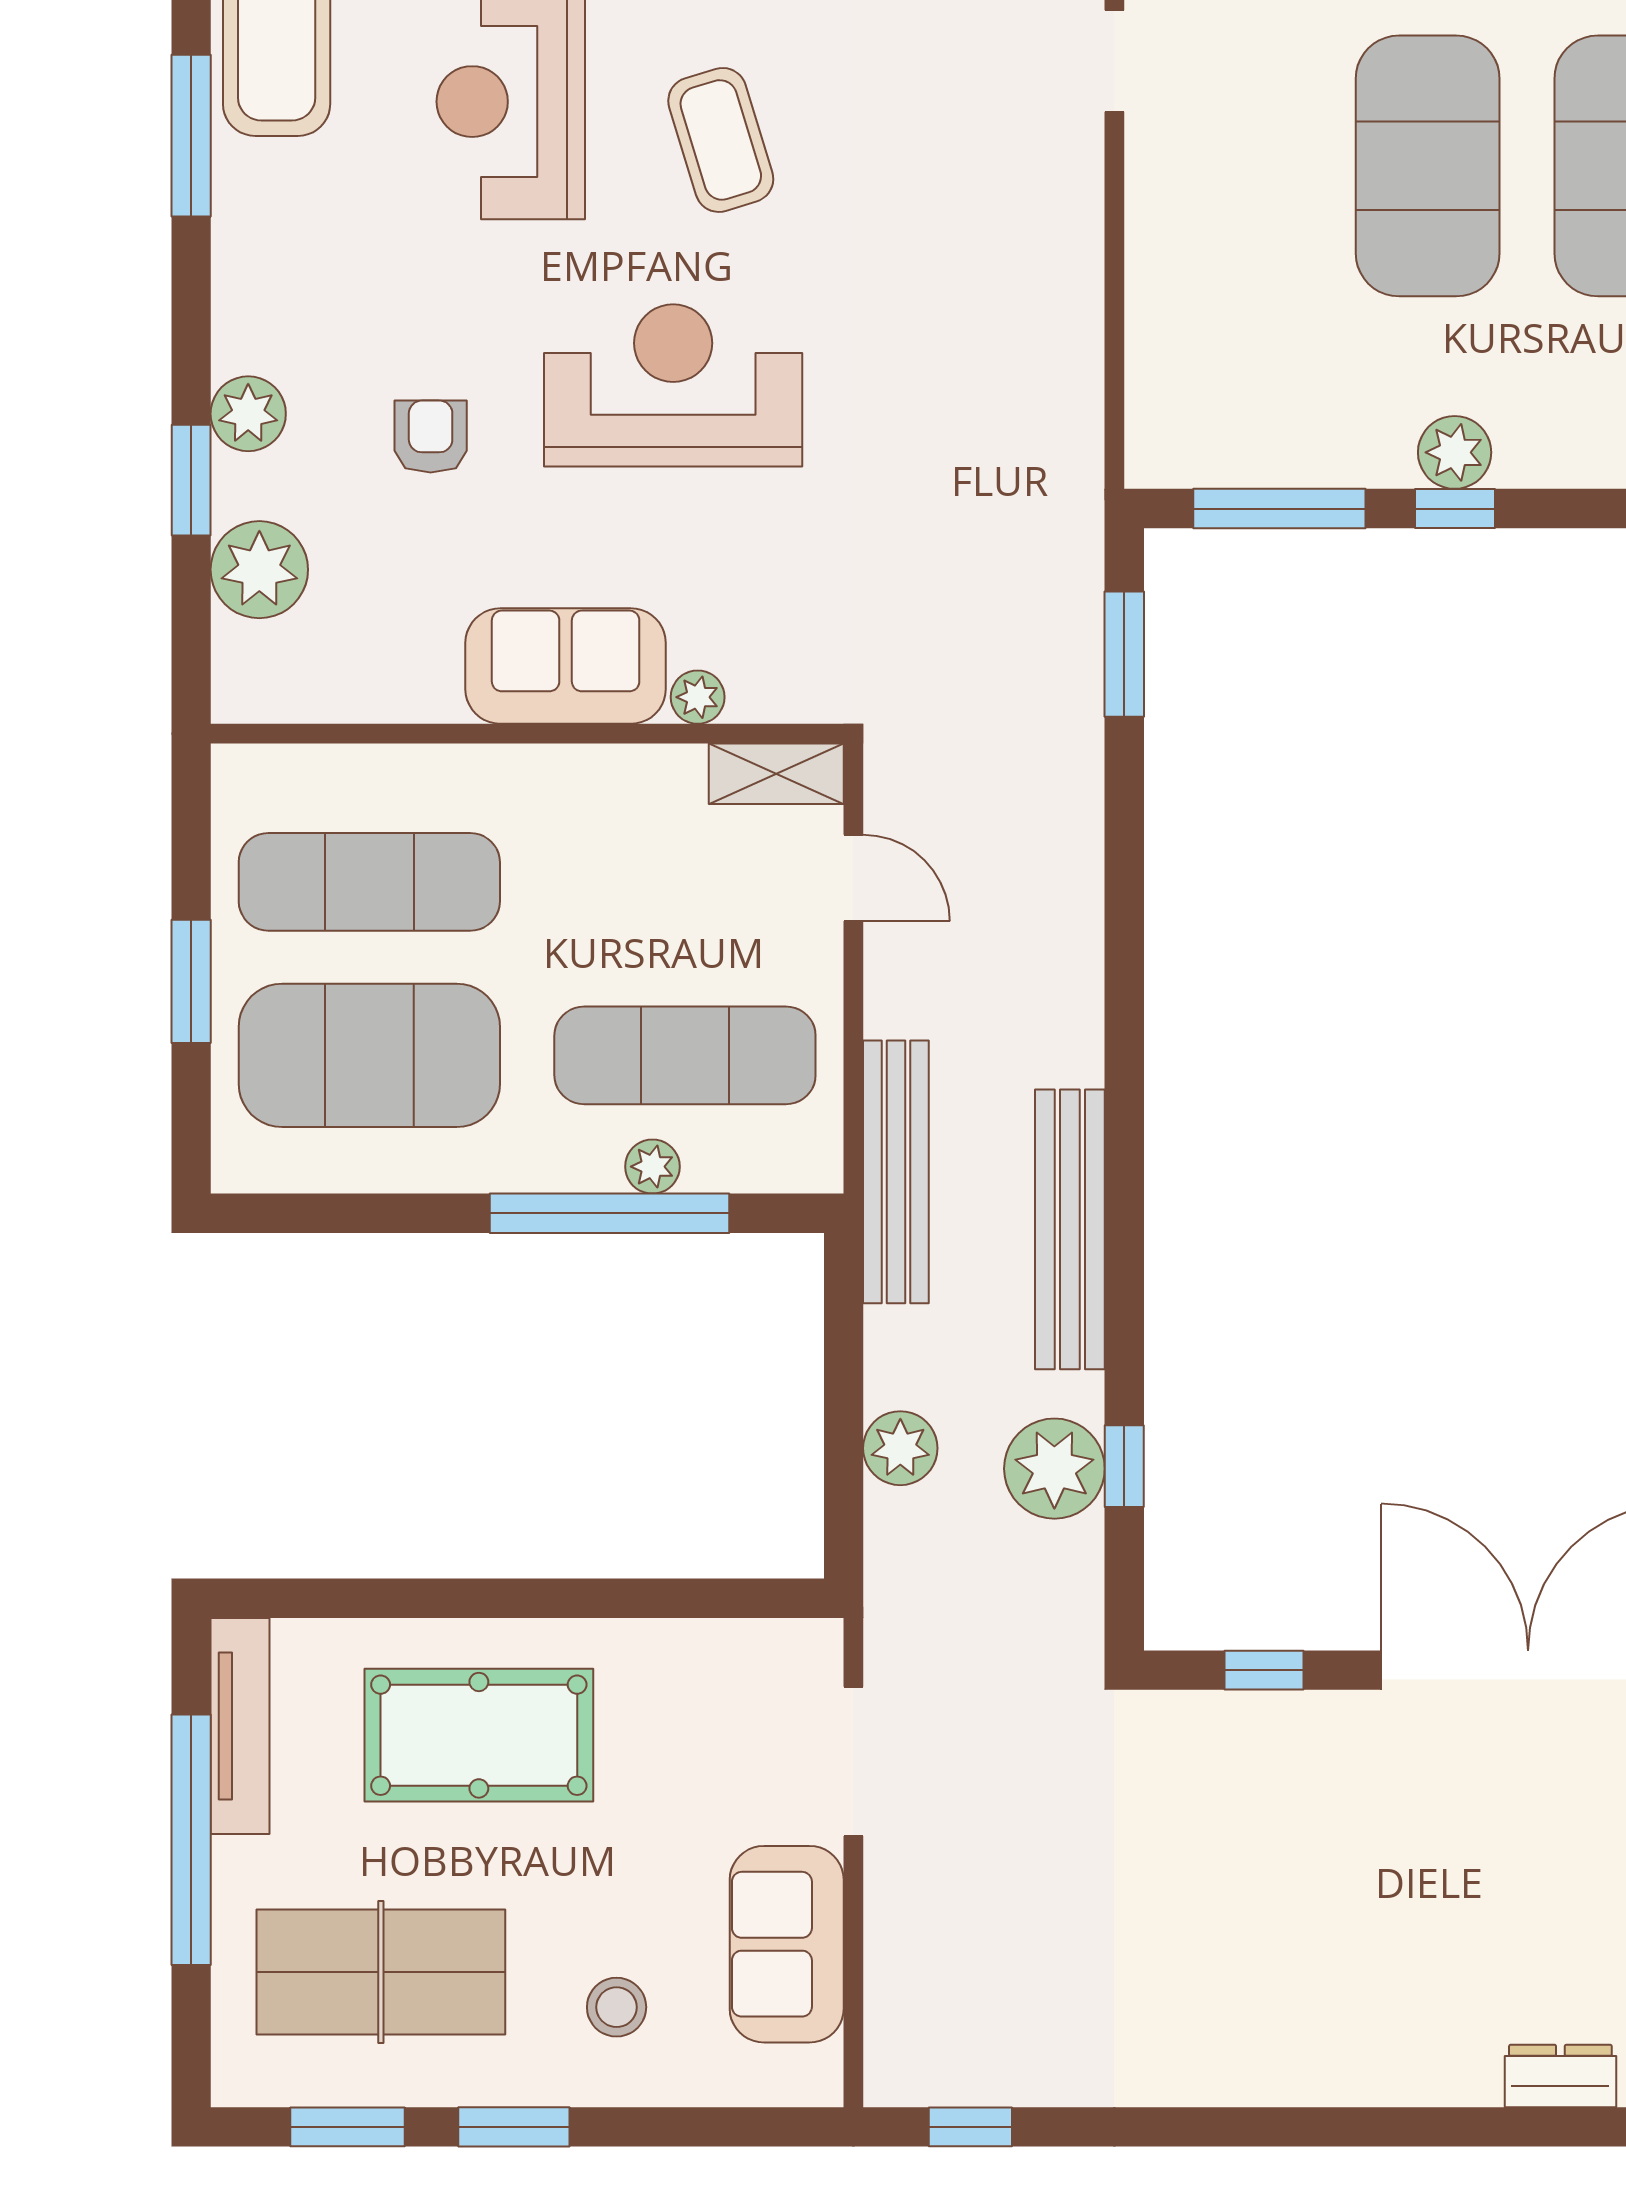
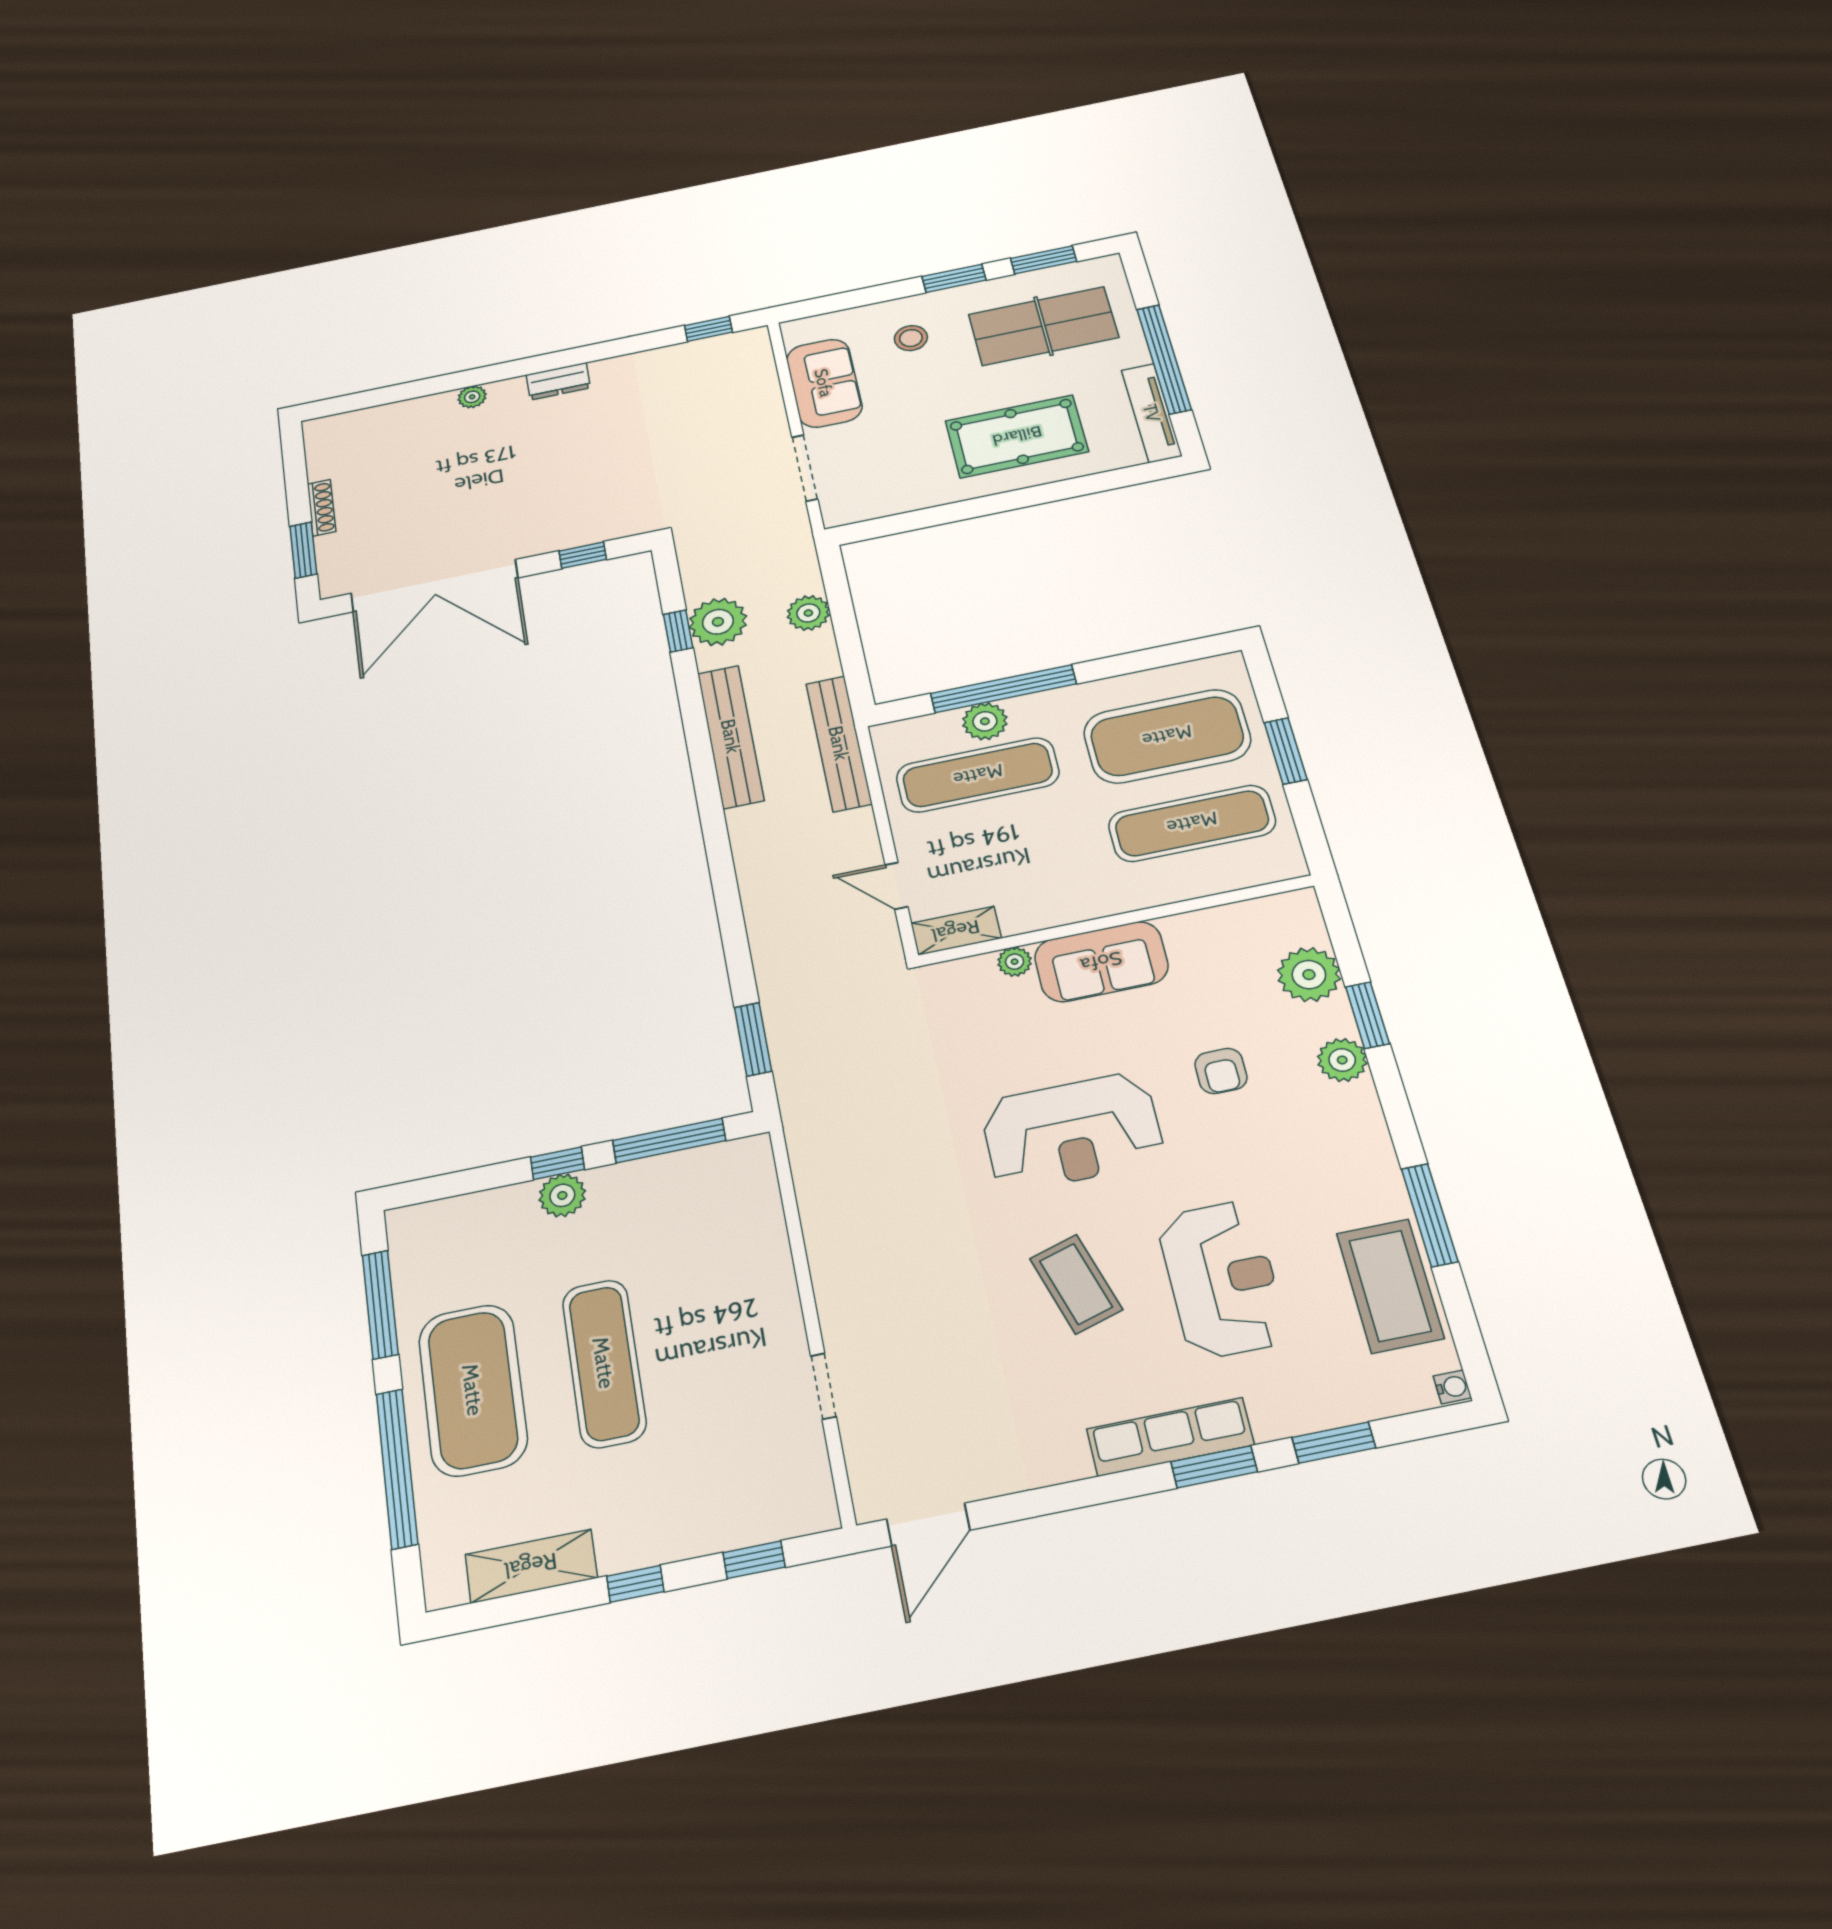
exercise mat: (1428, 166) -> (604, 1363), width x0.68
plant: (652, 1167) -> (985, 721), width x1.38, depth x1.38
dresser: (1560, 2076) -> (558, 381), moved
plant: (1415, 2081) -> (472, 397), added

